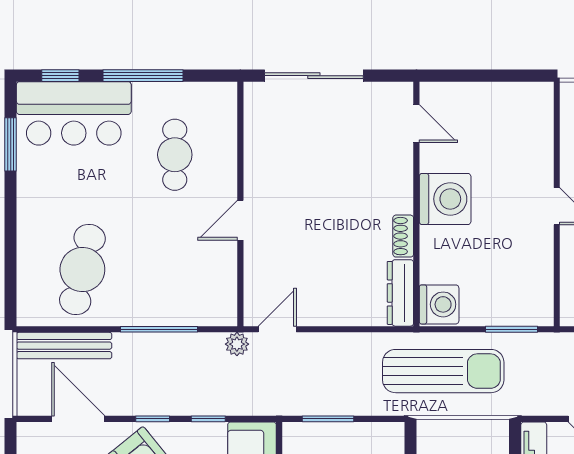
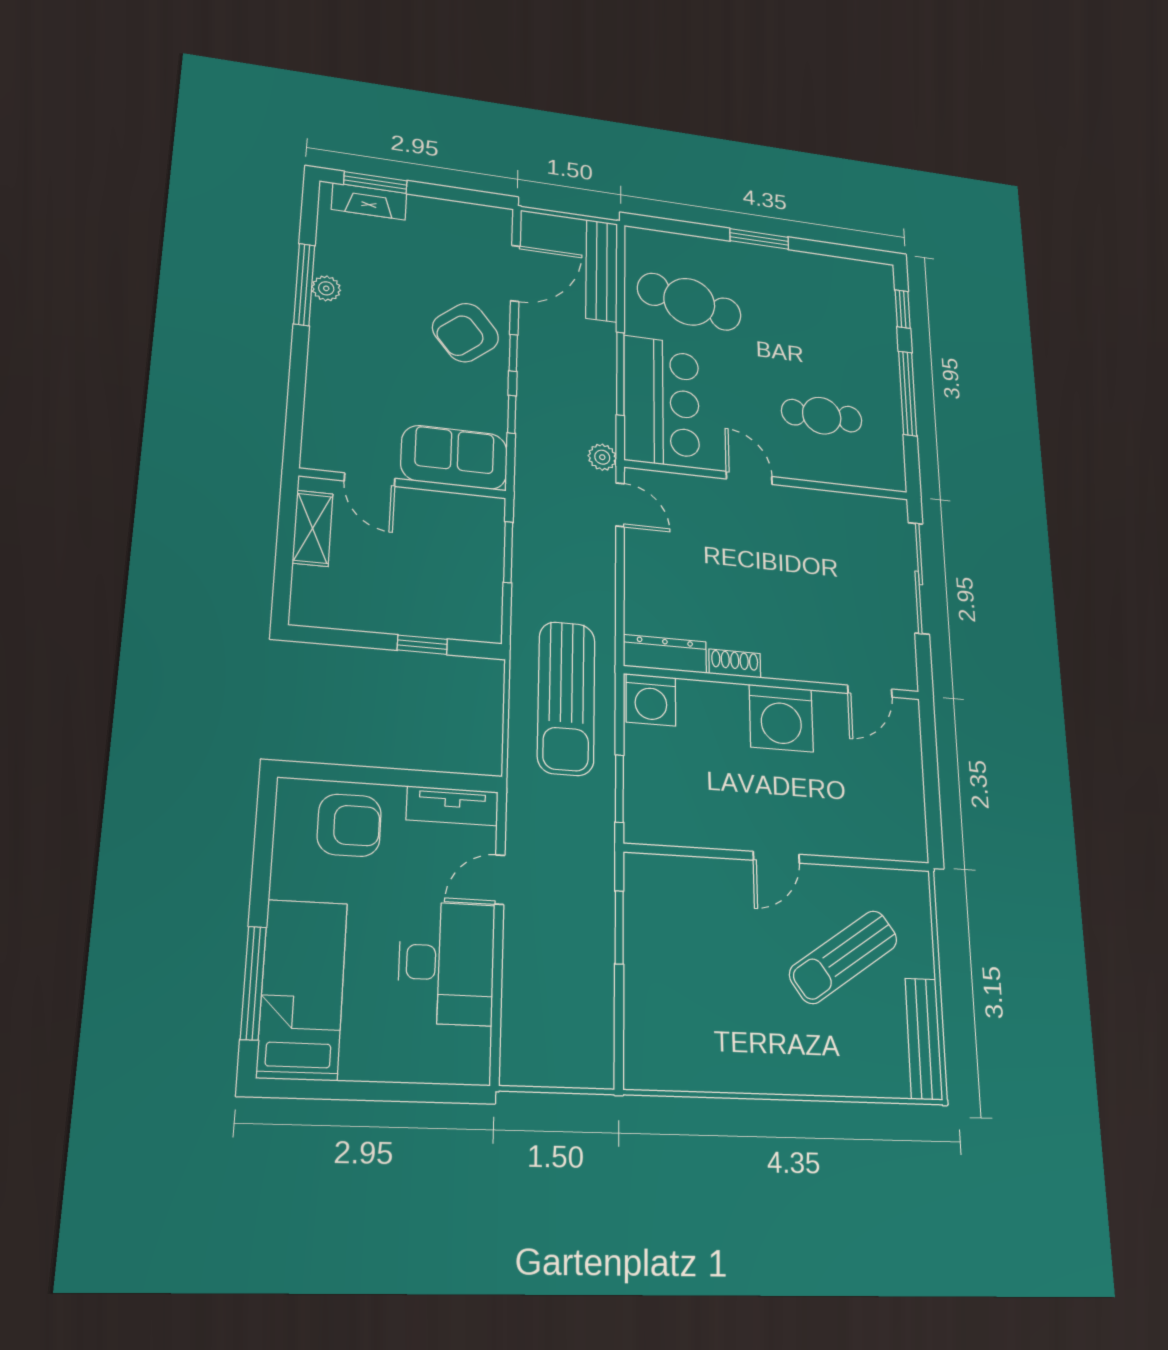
bar counter: (74, 113) -> (661, 401), moved, turned 180
window: (11, 144) -> (759, 239), moved

